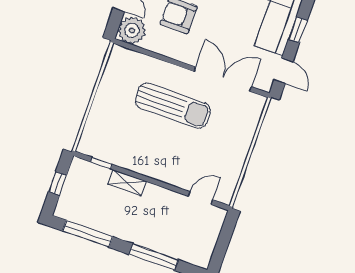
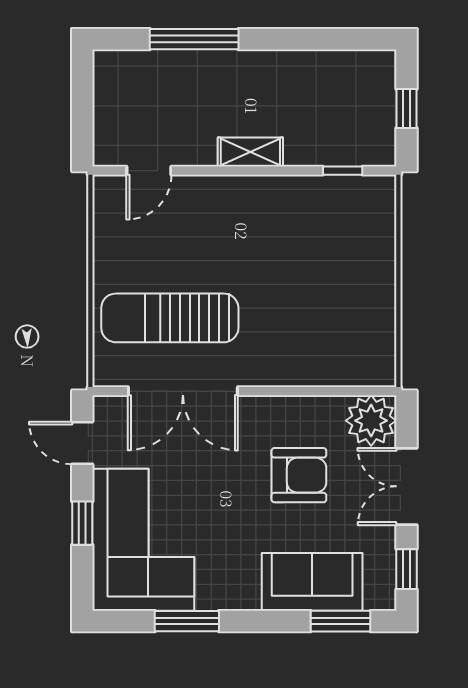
sun lounger: (173, 106) -> (170, 318), moved
shelving: (127, 183) -> (250, 152), moved
window: (88, 234) -> (323, 39), removed

